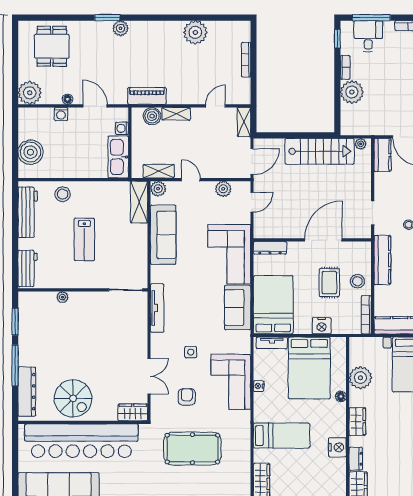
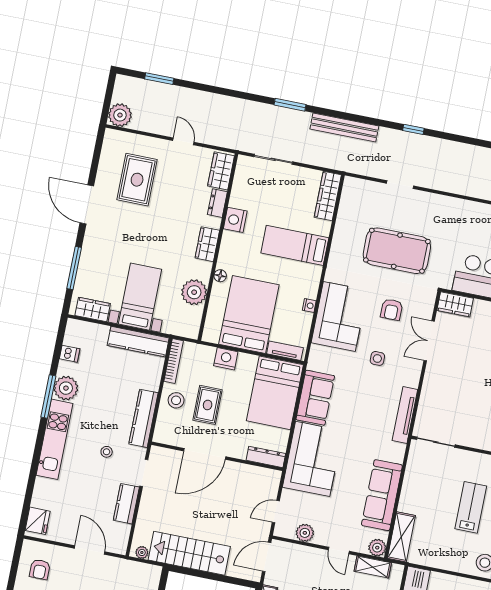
kitchen counter: (382, 155) -> (126, 504), moved

